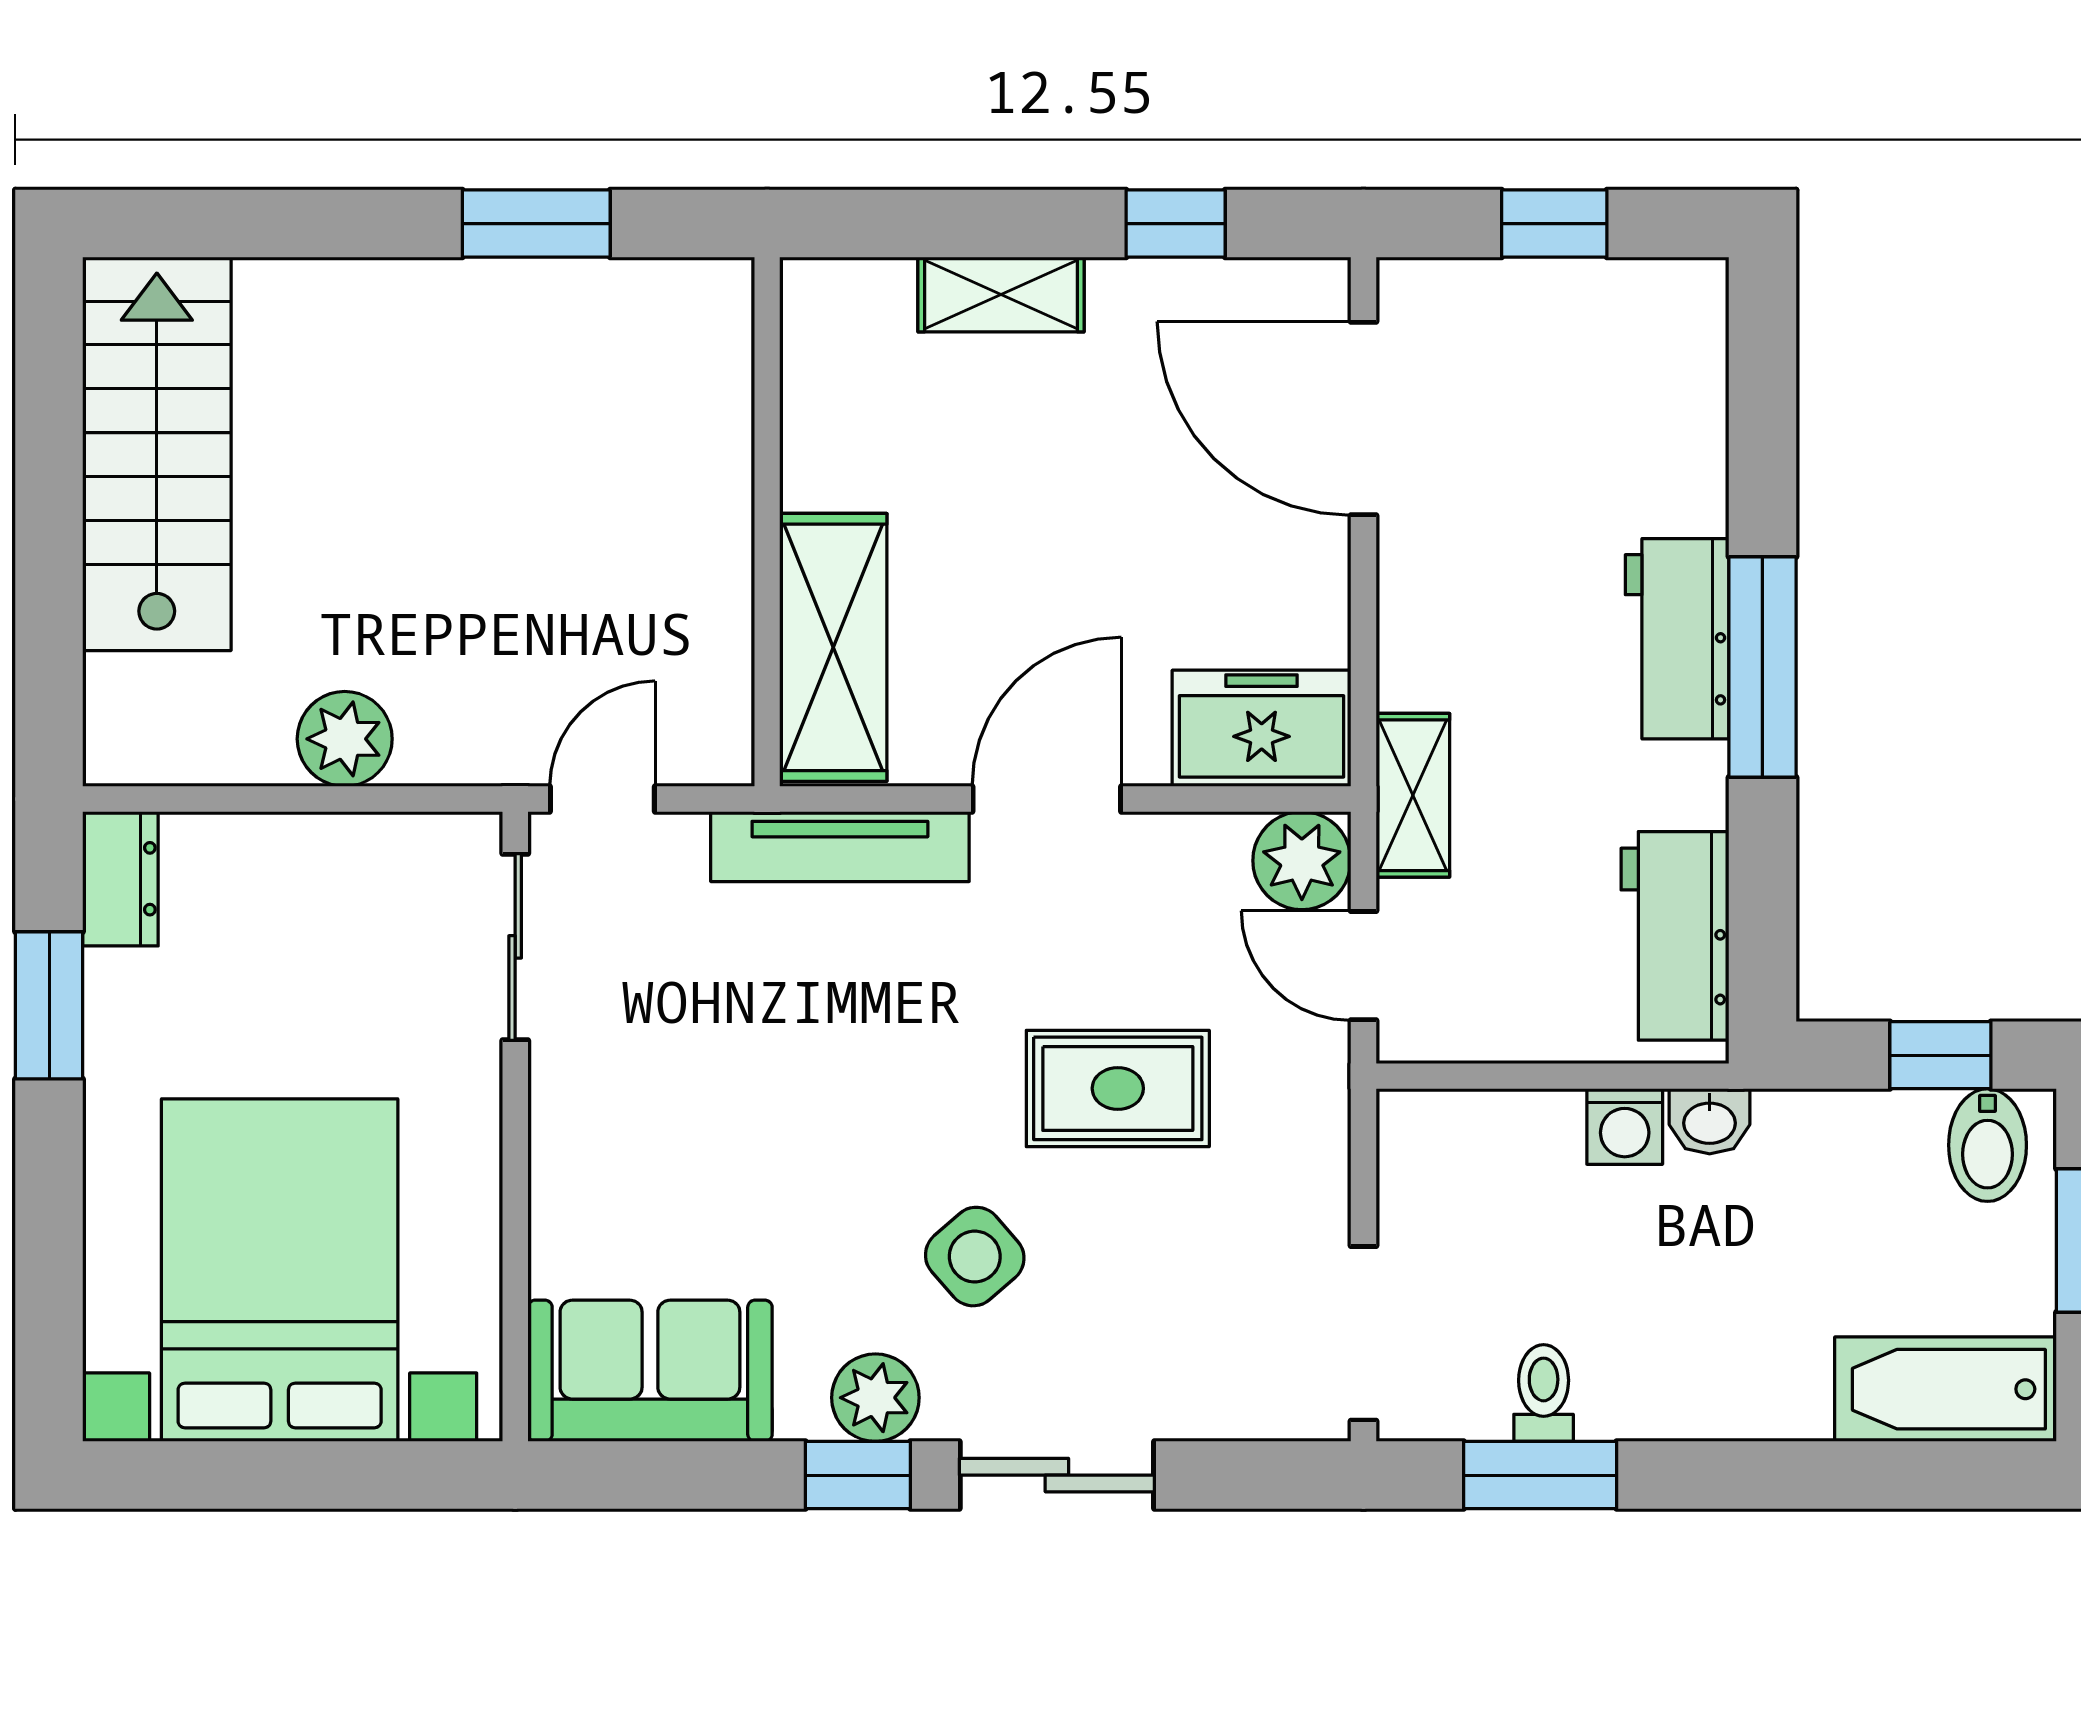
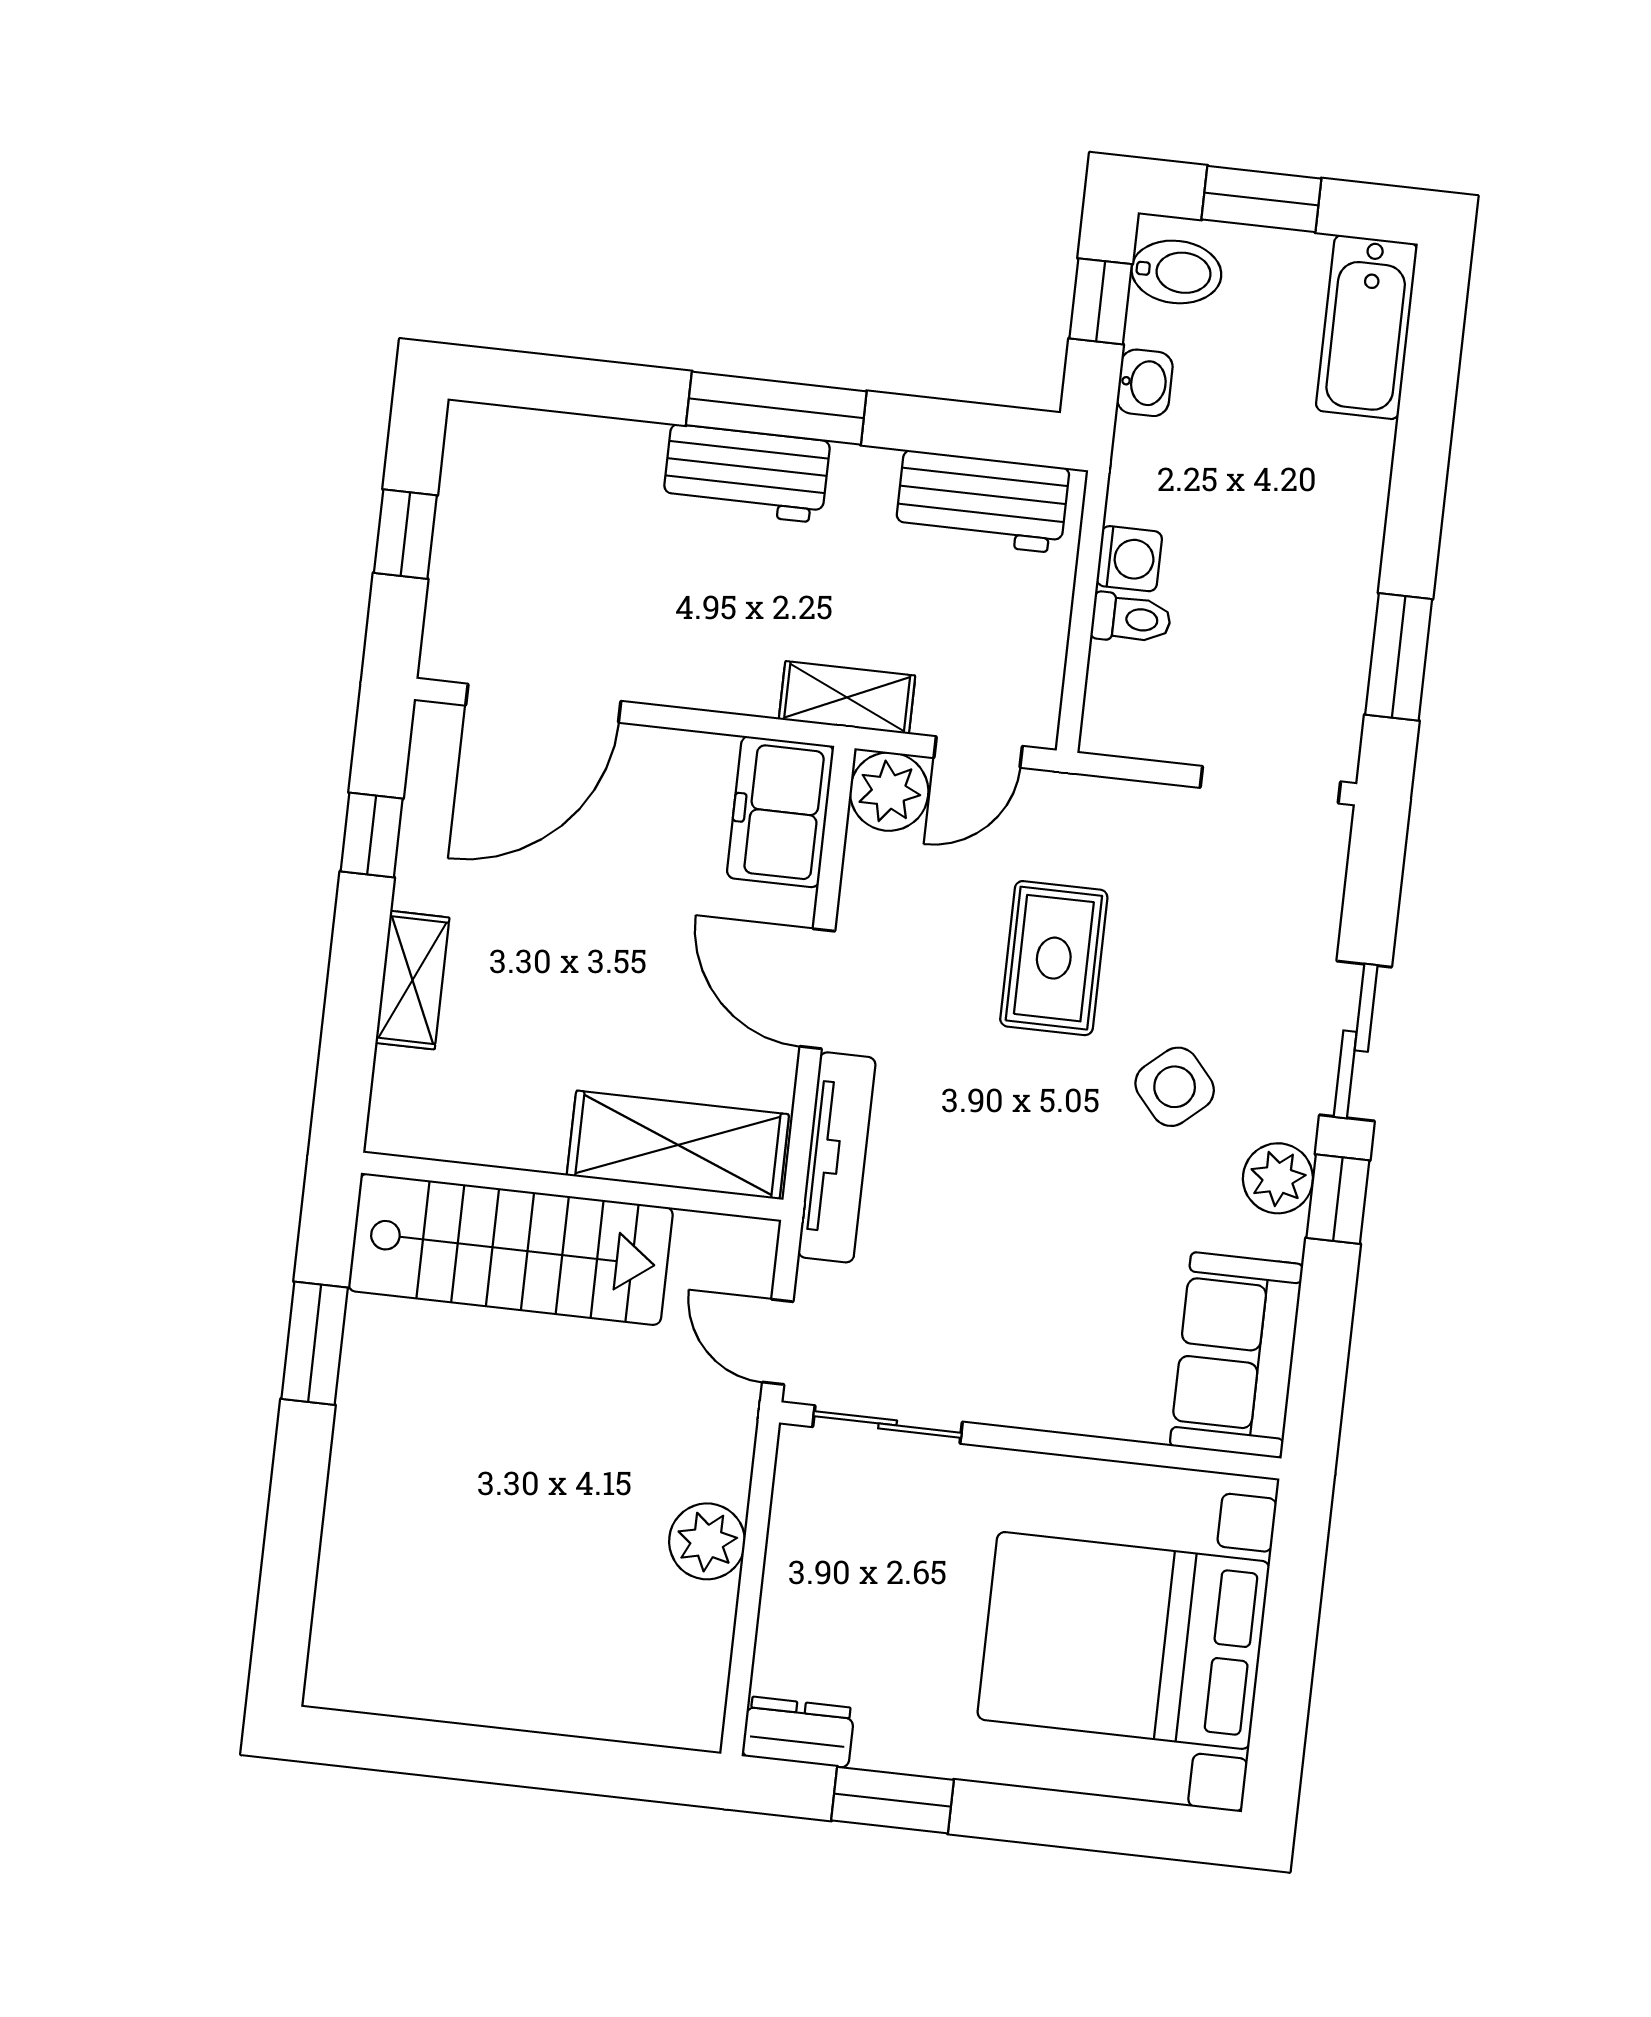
stairs: (157, 454) -> (510, 1249), moved, turned 180
washbasin: (1710, 1121) -> (1145, 383), moved
toilet: (1544, 1393) -> (1131, 619), moved, turned 180

